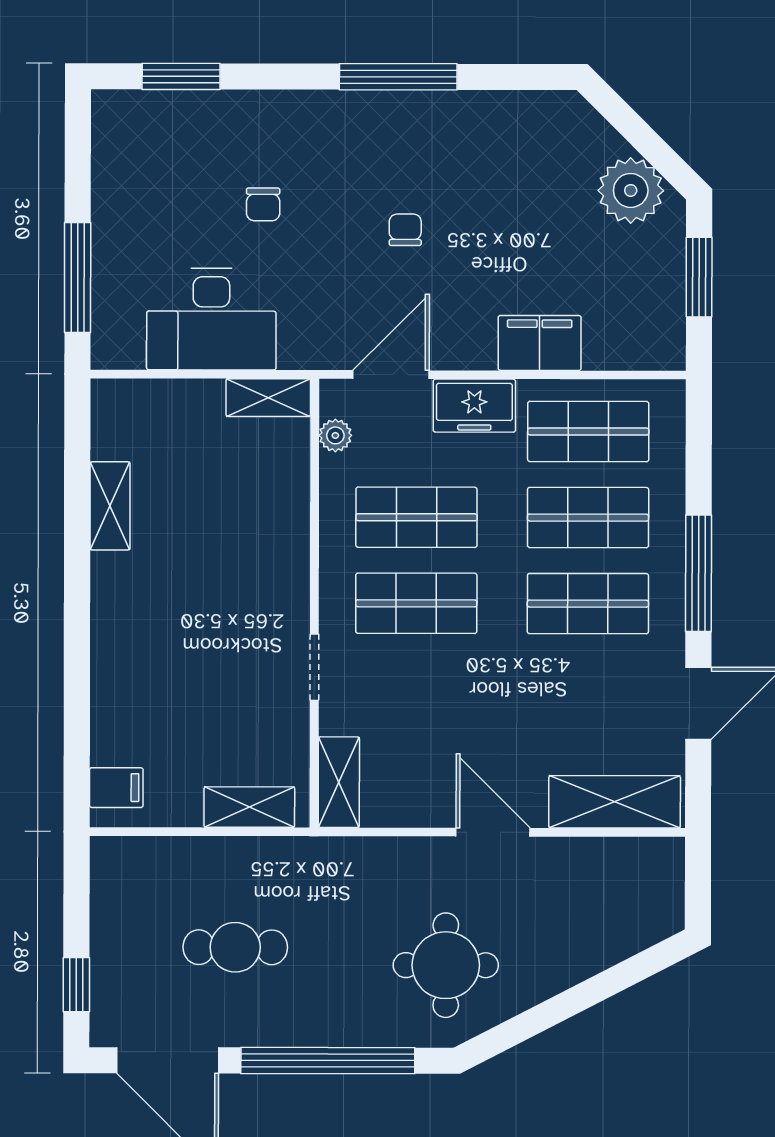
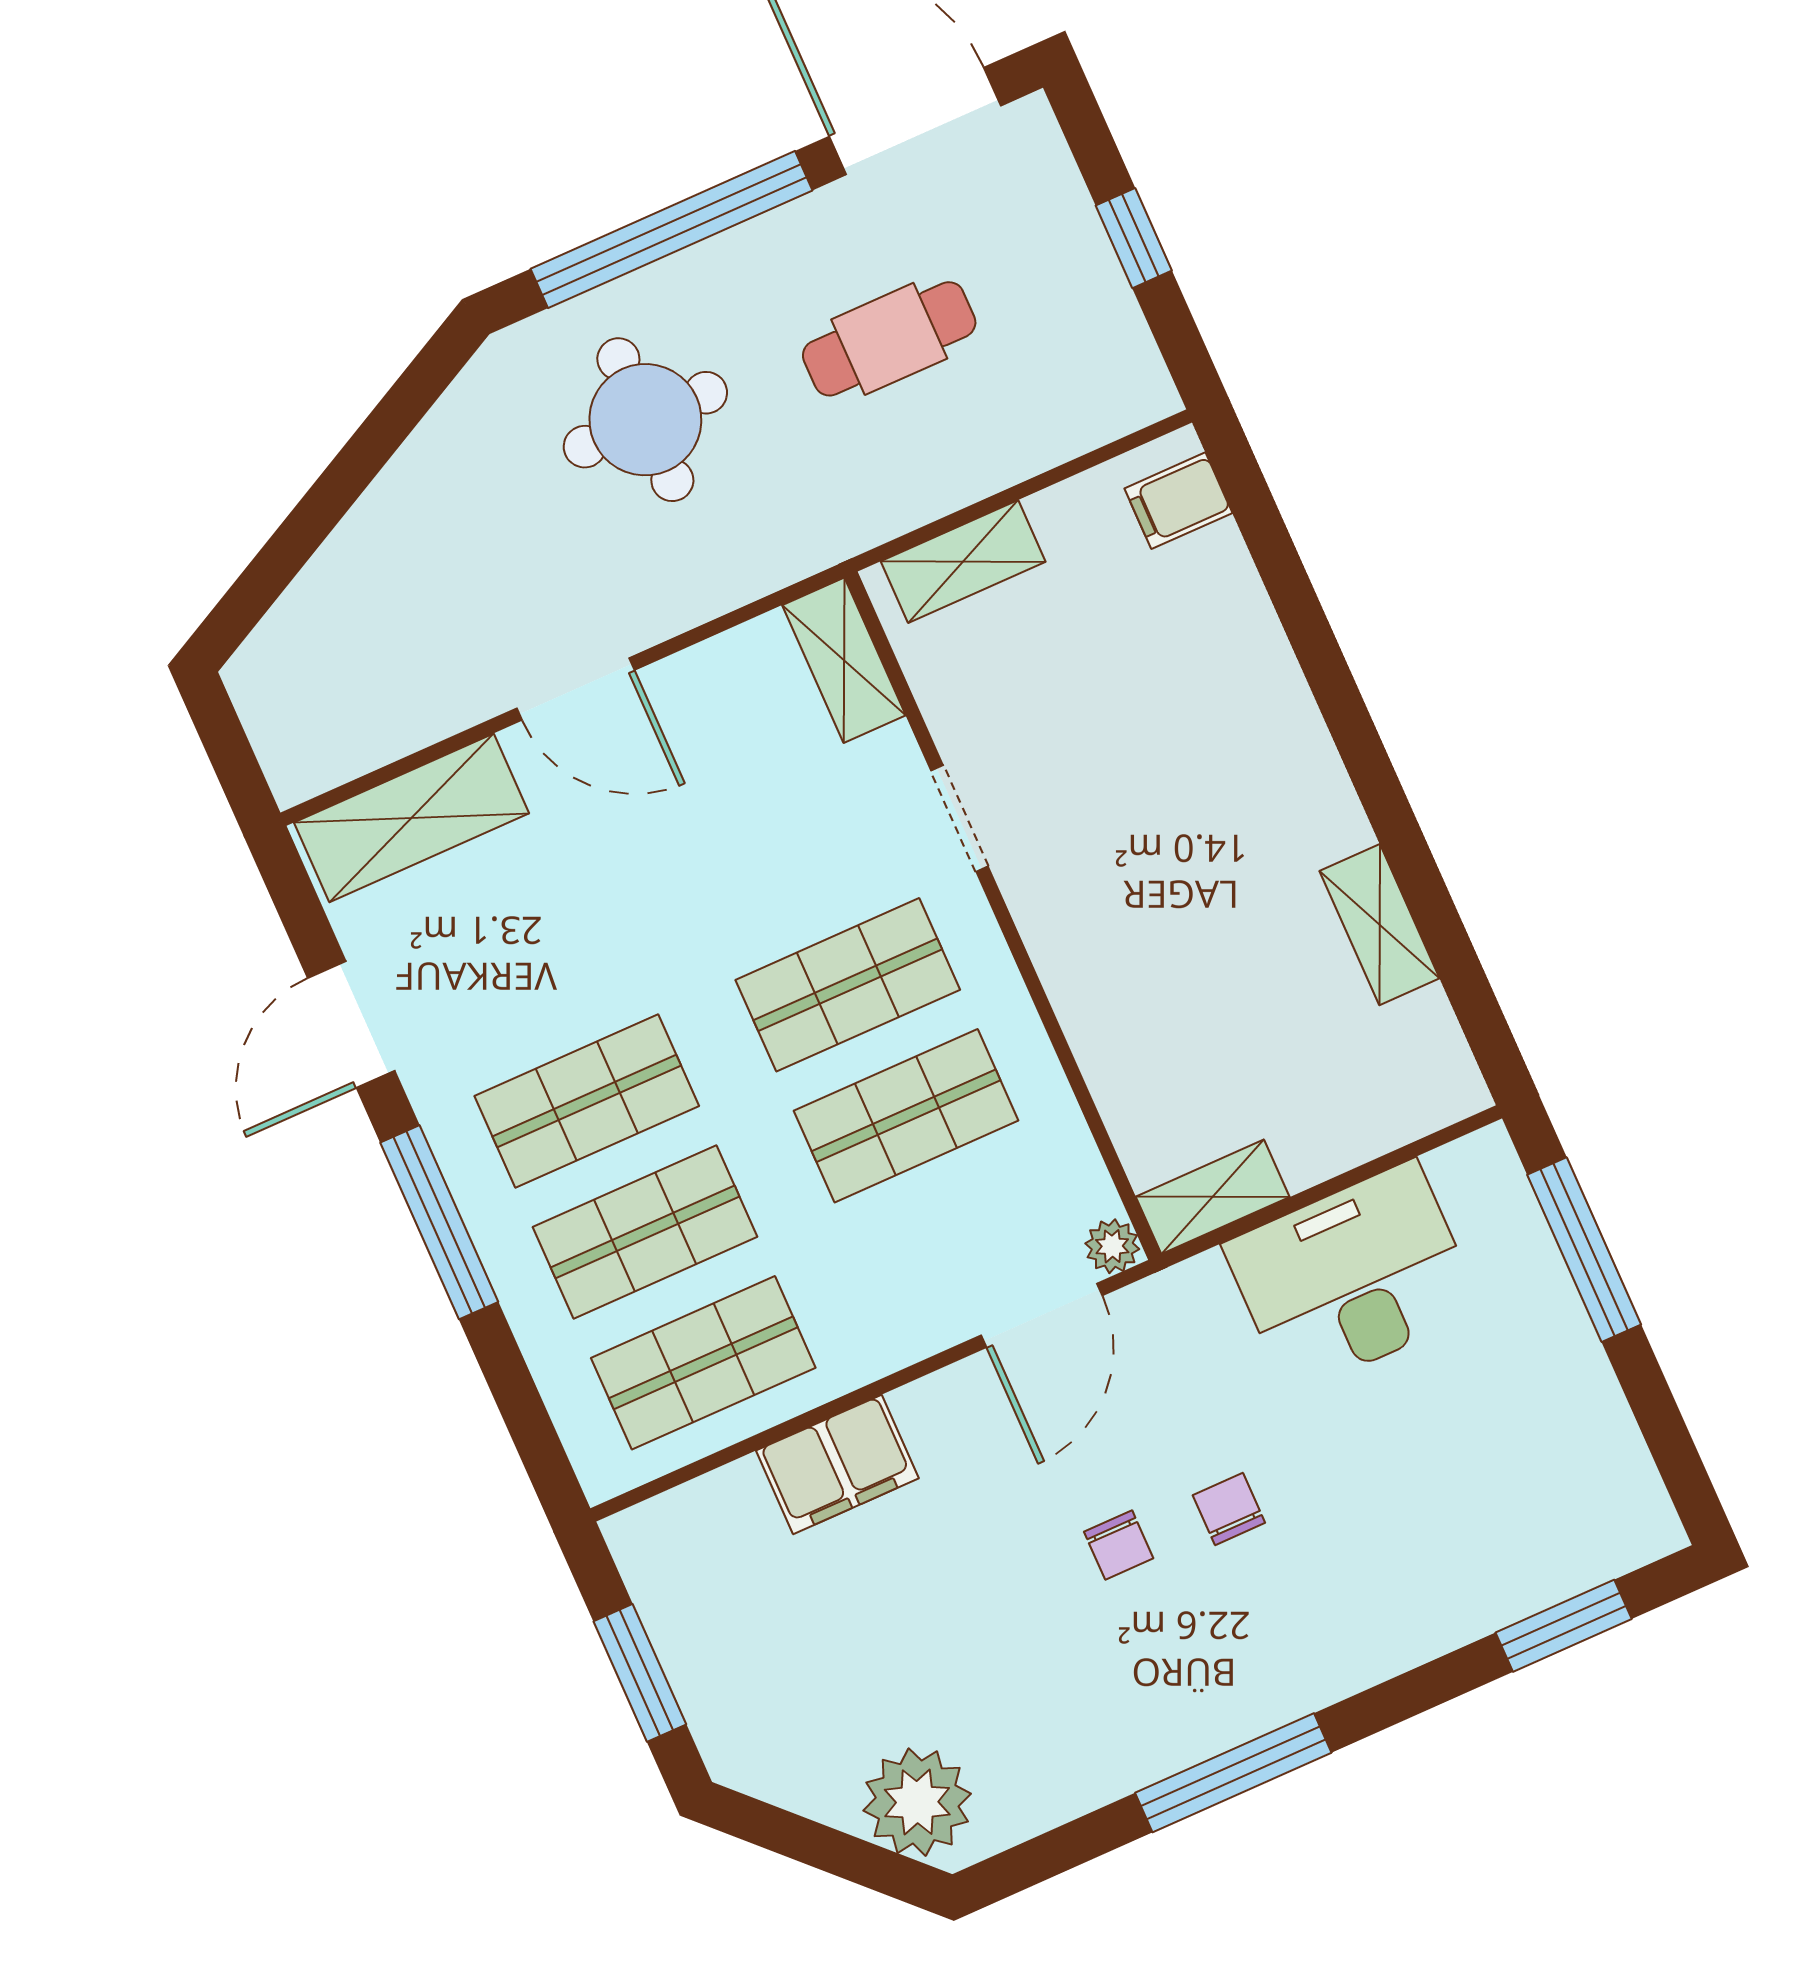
plant: (631, 190) -> (917, 1802), moved
chair: (263, 204) -> (1229, 1509), moved
freezer: (474, 406) -> (894, 1325), removed
plant: (335, 435) -> (1112, 1246), moved
round table: (446, 965) -> (645, 420), moved
window: (76, 985) -> (1134, 238), moved

